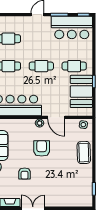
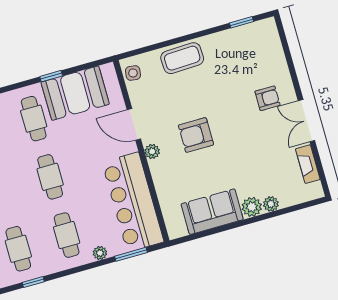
door: (56, 117) -> (134, 124), swing flipped
armchair: (25, 174) -> (268, 98), moved

